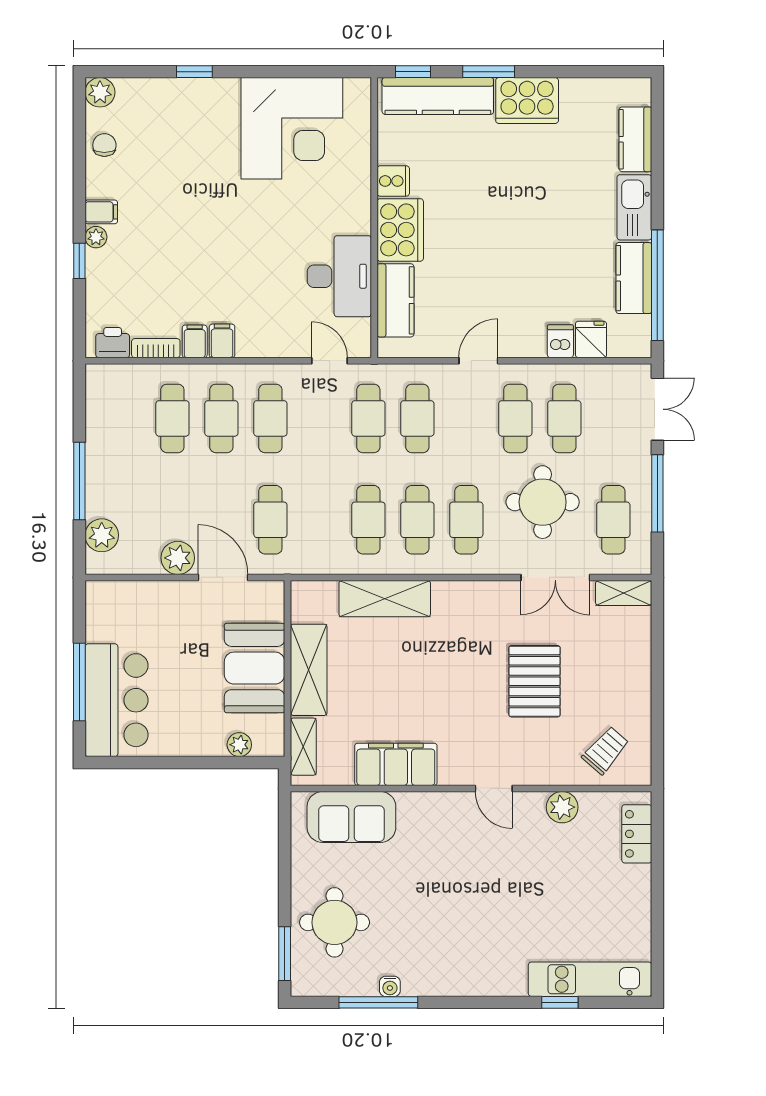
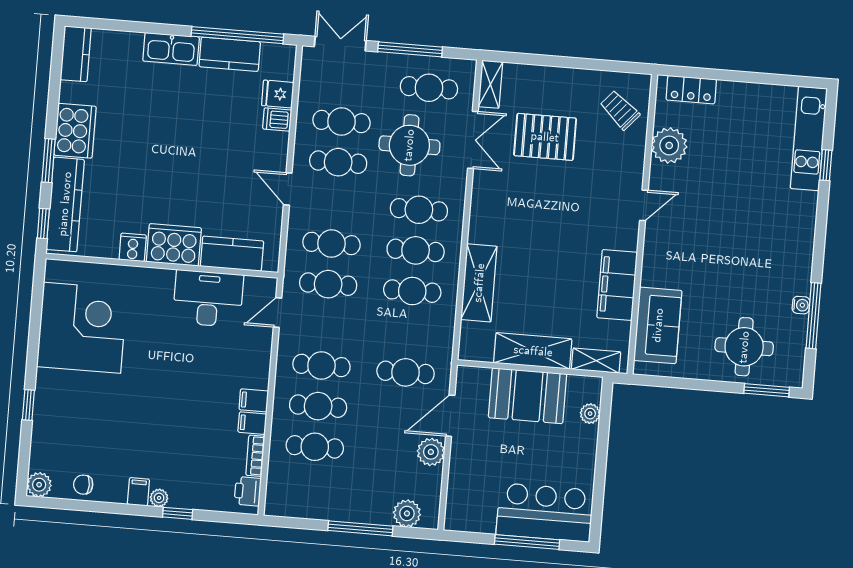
kitchen counter: (635, 139) -> (76, 54), moved, turned -90
pallet: (534, 681) -> (545, 137), moved
plant: (562, 807) -> (669, 145), width x1.36, depth x1.36

